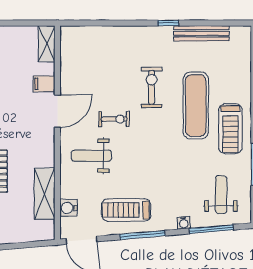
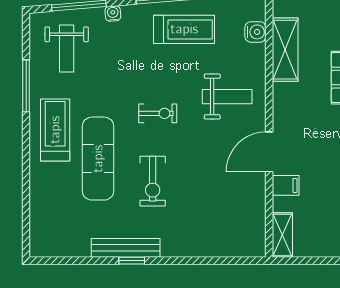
bench: (202, 33) -> (126, 248), moved
exercise bike: (114, 119) -> (158, 113), moved, turned 180

